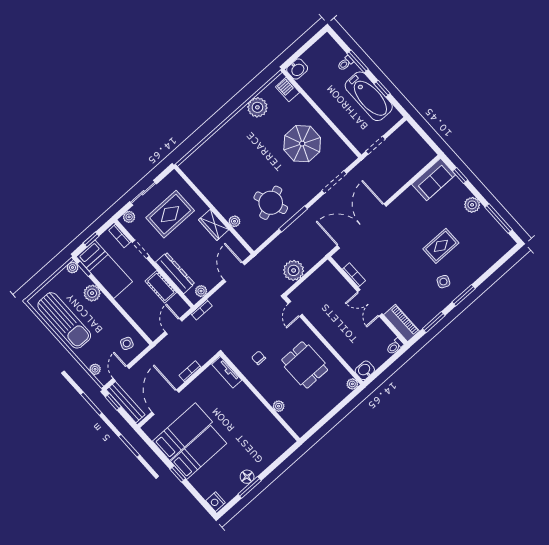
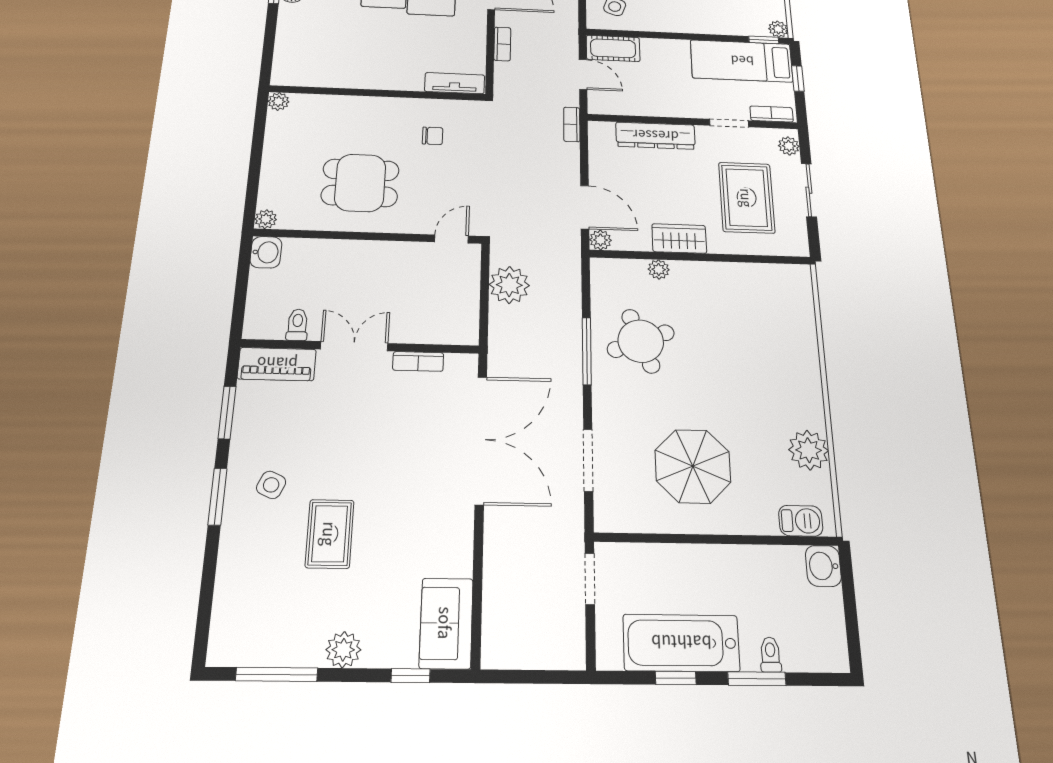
cot: (161, 287) -> (613, 48), moved
plant: (201, 291) -> (600, 240), moved
plant: (92, 293) -> (722, 23), removed
door: (295, 309) -> (452, 239), hinge flipped
toilet: (395, 346) -> (297, 325), moved
plant: (279, 406) -> (279, 101), moved

